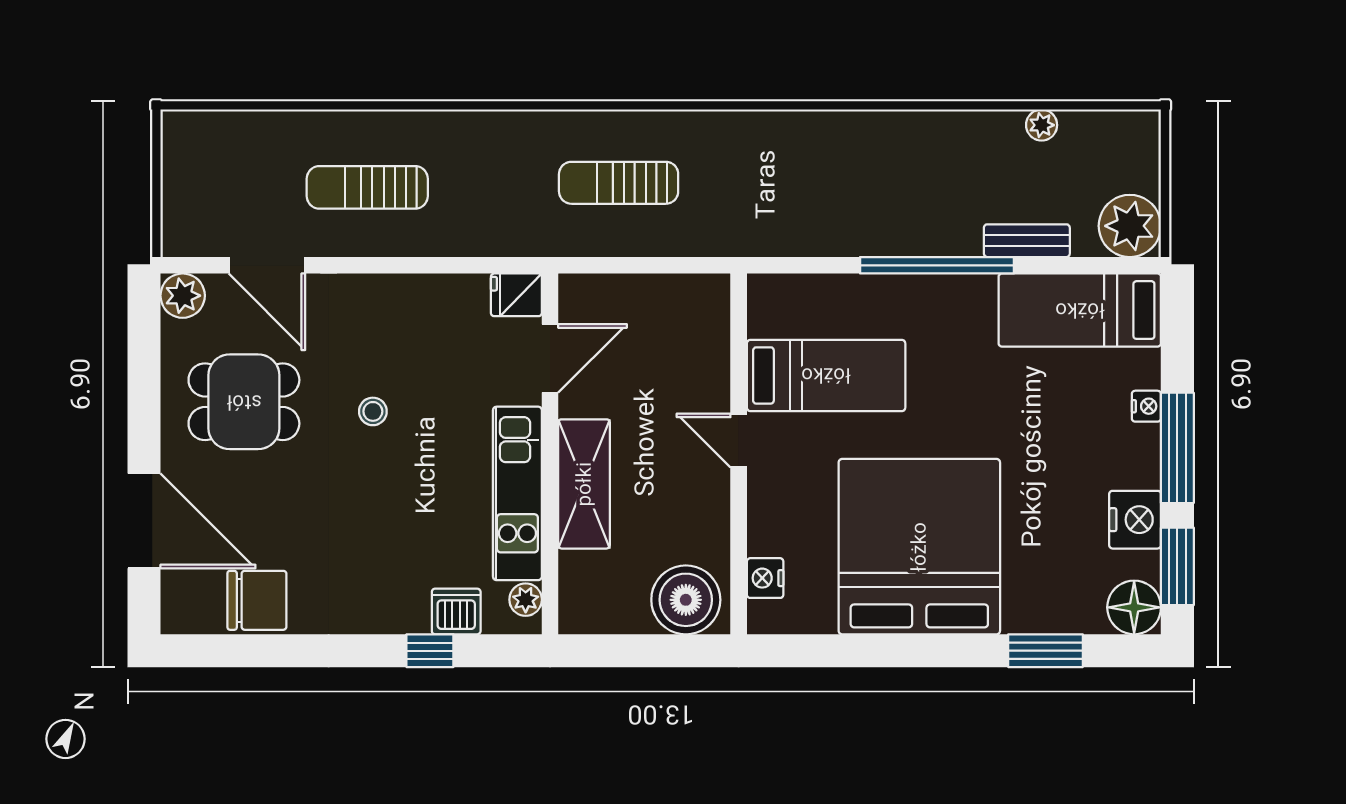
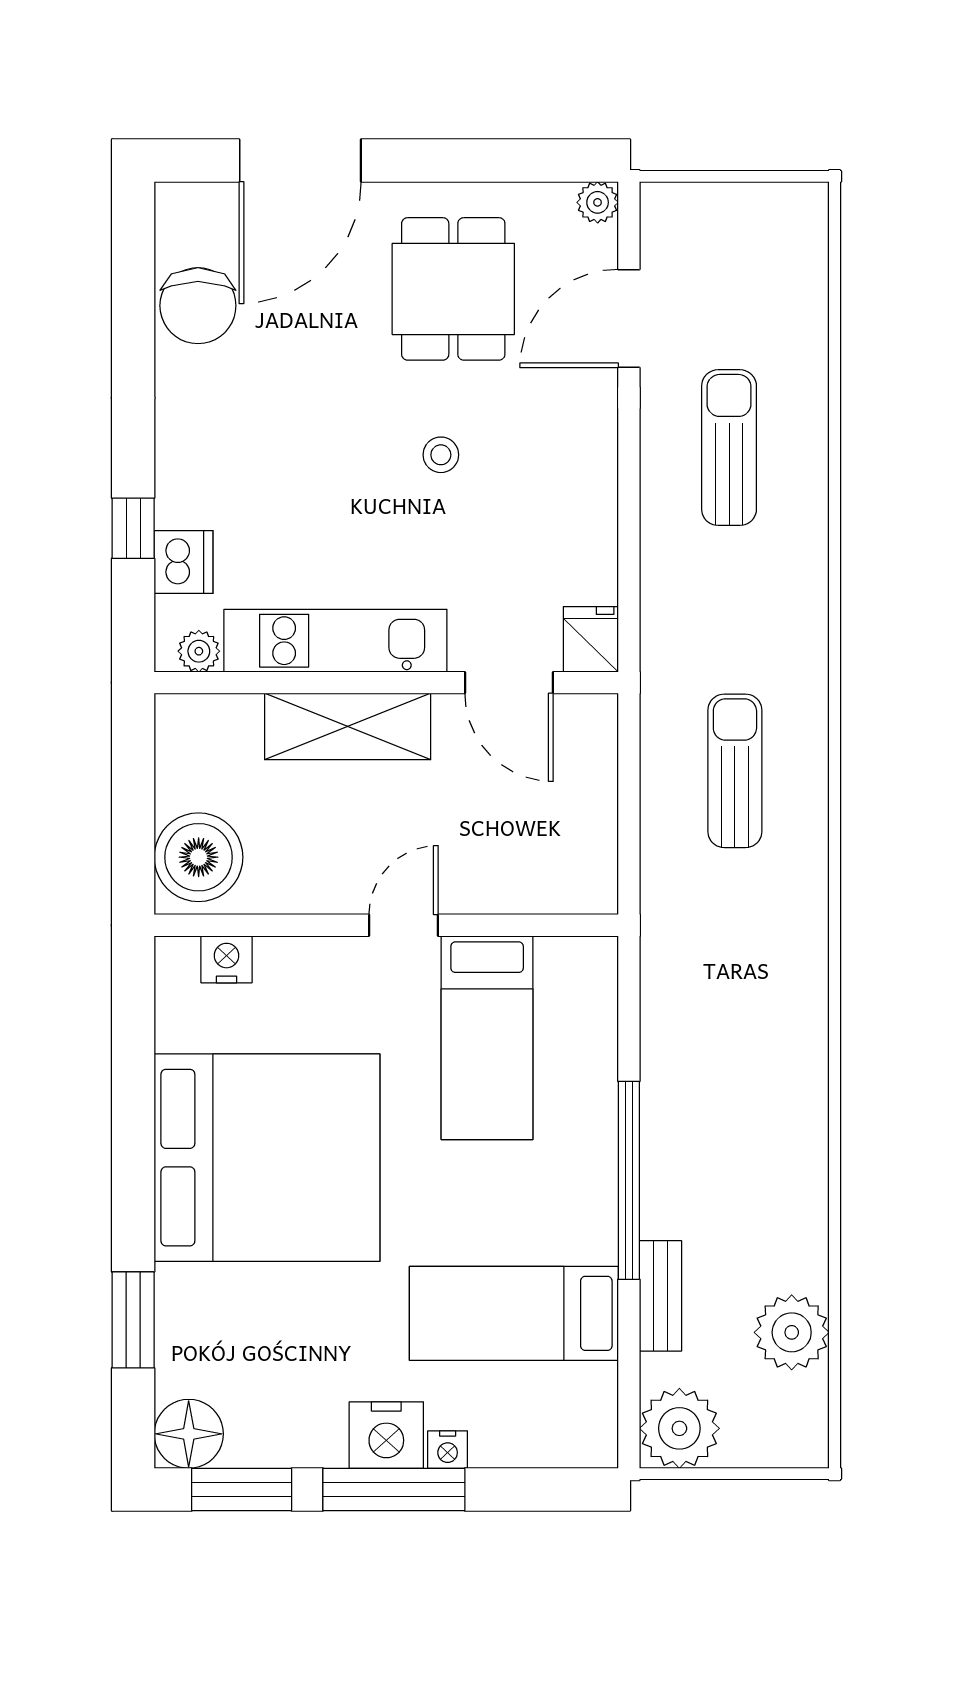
plant: (1042, 125) -> (792, 1332), width x1.88, depth x1.88
plant: (183, 296) -> (598, 202), width x0.73, depth x0.73
bed: (1080, 310) -> (514, 1313), moved, turned -90
nightstand: (1135, 520) -> (386, 1435), moved

